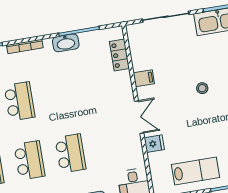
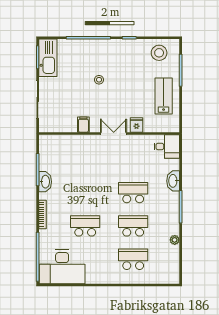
locker: (119, 55) -> (62, 141), removed

